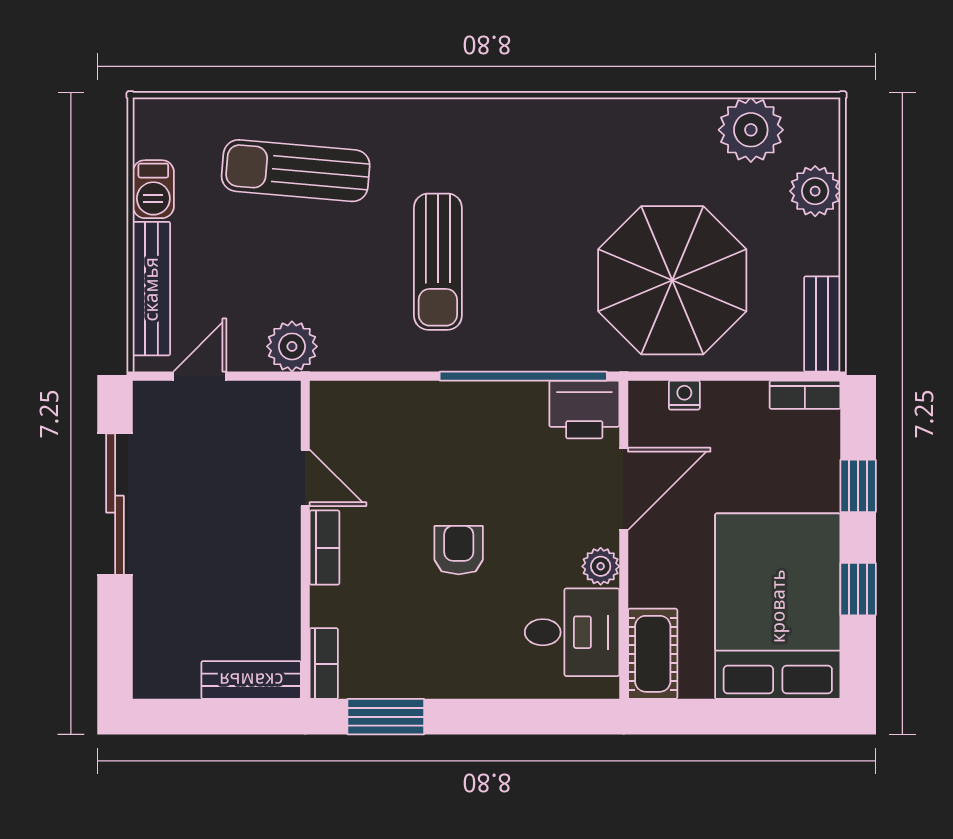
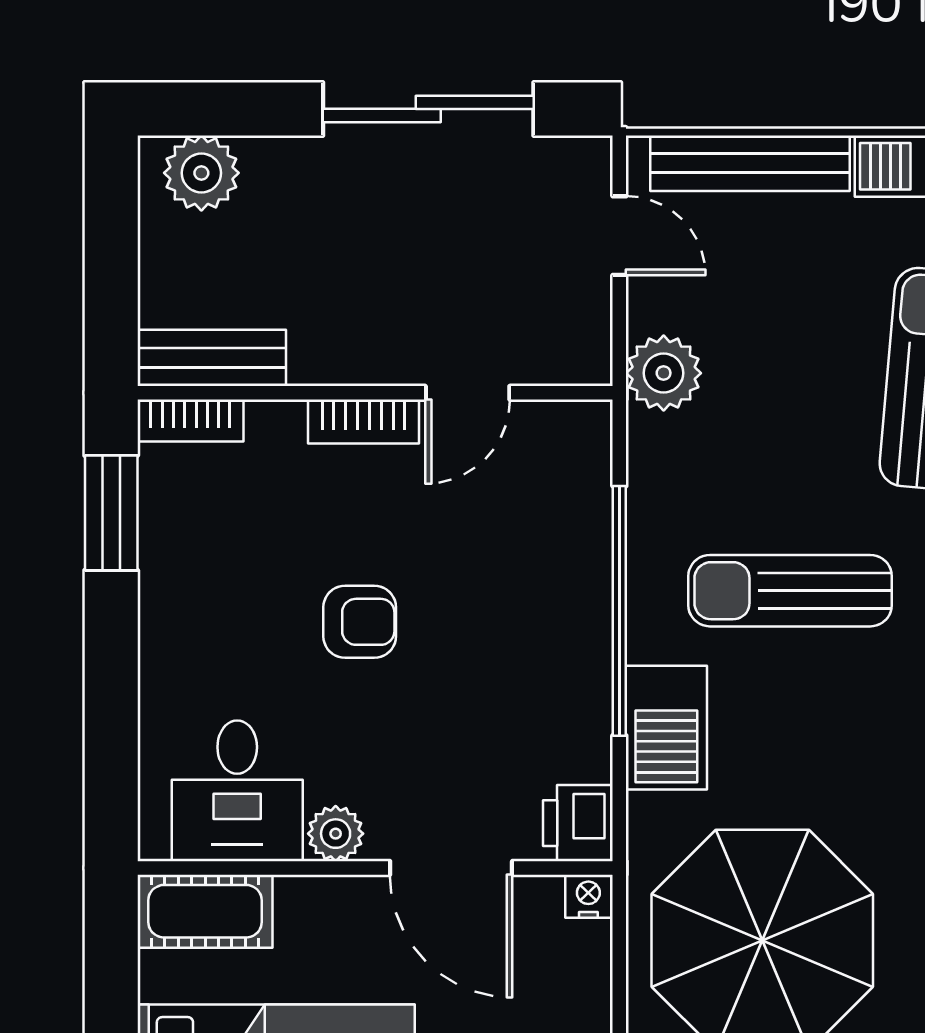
barbecue: (530, 345) -> (666, 728), added
window: (523, 376) -> (619, 611), moved
nightstand: (684, 395) -> (588, 896), moved, turned -90
printer: (584, 409) -> (578, 823), width x0.73, depth x0.81
plant: (158, 656) -> (201, 173), added
bench: (251, 680) -> (212, 358), moved, turned 90

